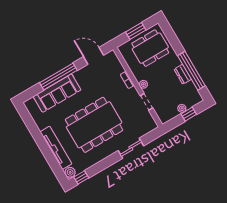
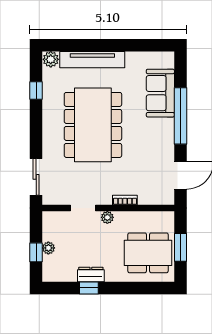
dining table: (150, 48) -> (148, 253), turned 90
window: (191, 71) -> (89, 288), width x0.32
sofa: (57, 93) -> (160, 93), width x0.73
sliding door: (131, 148) -> (36, 177), moved
window: (81, 177) -> (36, 90), moved

